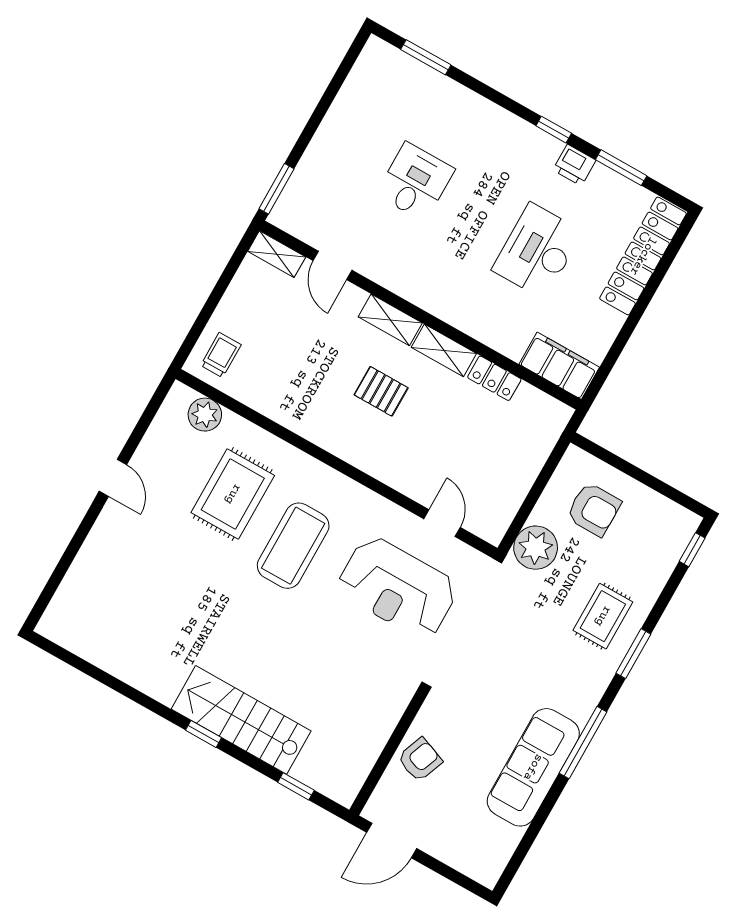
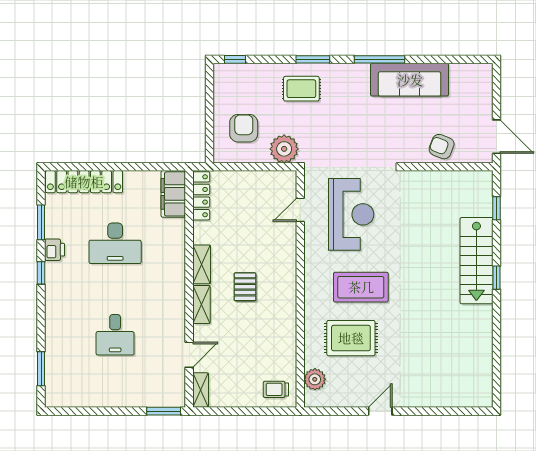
desk: (415, 182) -> (115, 335), turned -90
locker: (494, 378) -> (201, 196), moved, width x1.53

